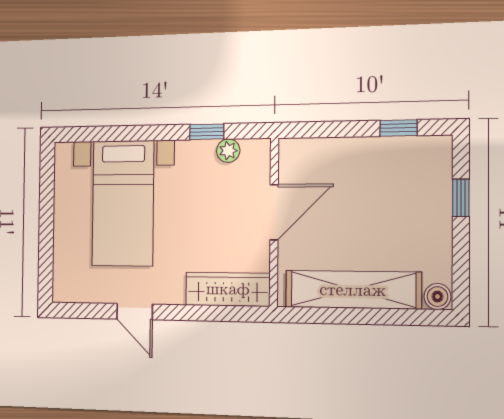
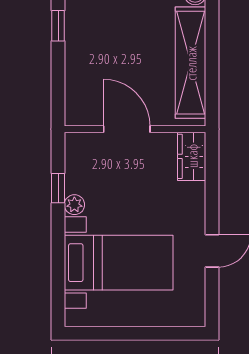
plant: (228, 151) -> (74, 205), moved
wardrobe: (228, 289) -> (192, 156), width x0.67

